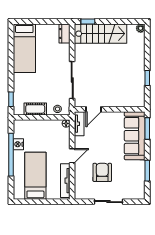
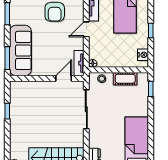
nightstand: (18, 144) -> (143, 55), moved
window: (11, 155) -> (151, 31), width x0.32

